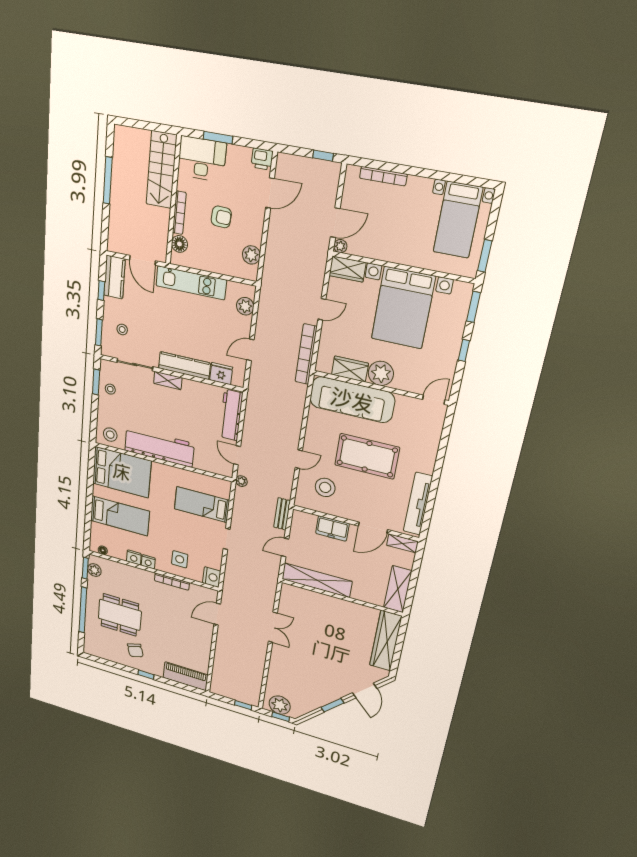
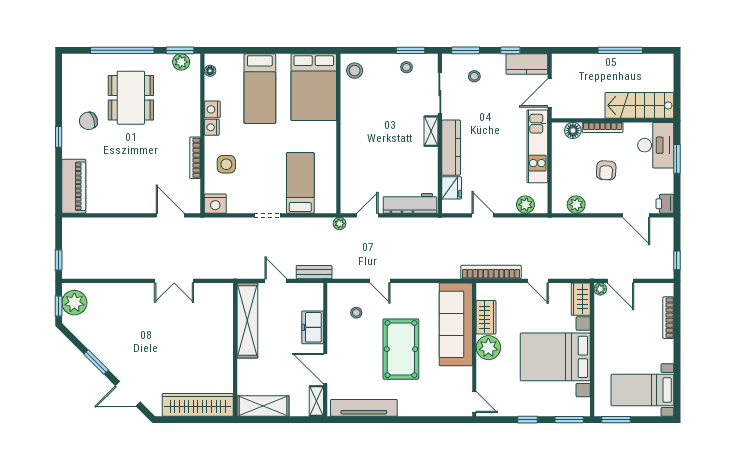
workbench: (159, 447) -> (355, 128), removed
stool: (325, 487) -> (356, 313), width x0.53, depth x0.53

